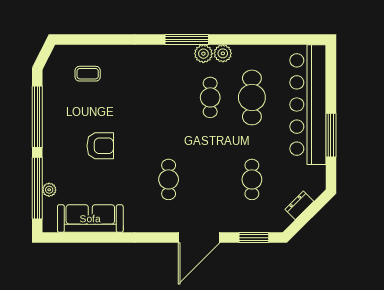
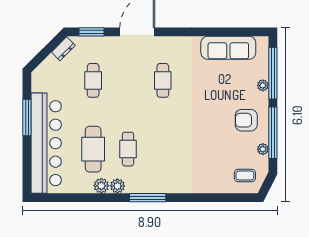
plant: (203, 54) -> (101, 186), moved
coffee table: (88, 74) -> (245, 176), moved
plant: (49, 97) -> (263, 149), added
armchair: (100, 146) -> (246, 120), moved
plant: (49, 190) -> (263, 85), moved
dresser: (299, 205) -> (63, 49), moved

